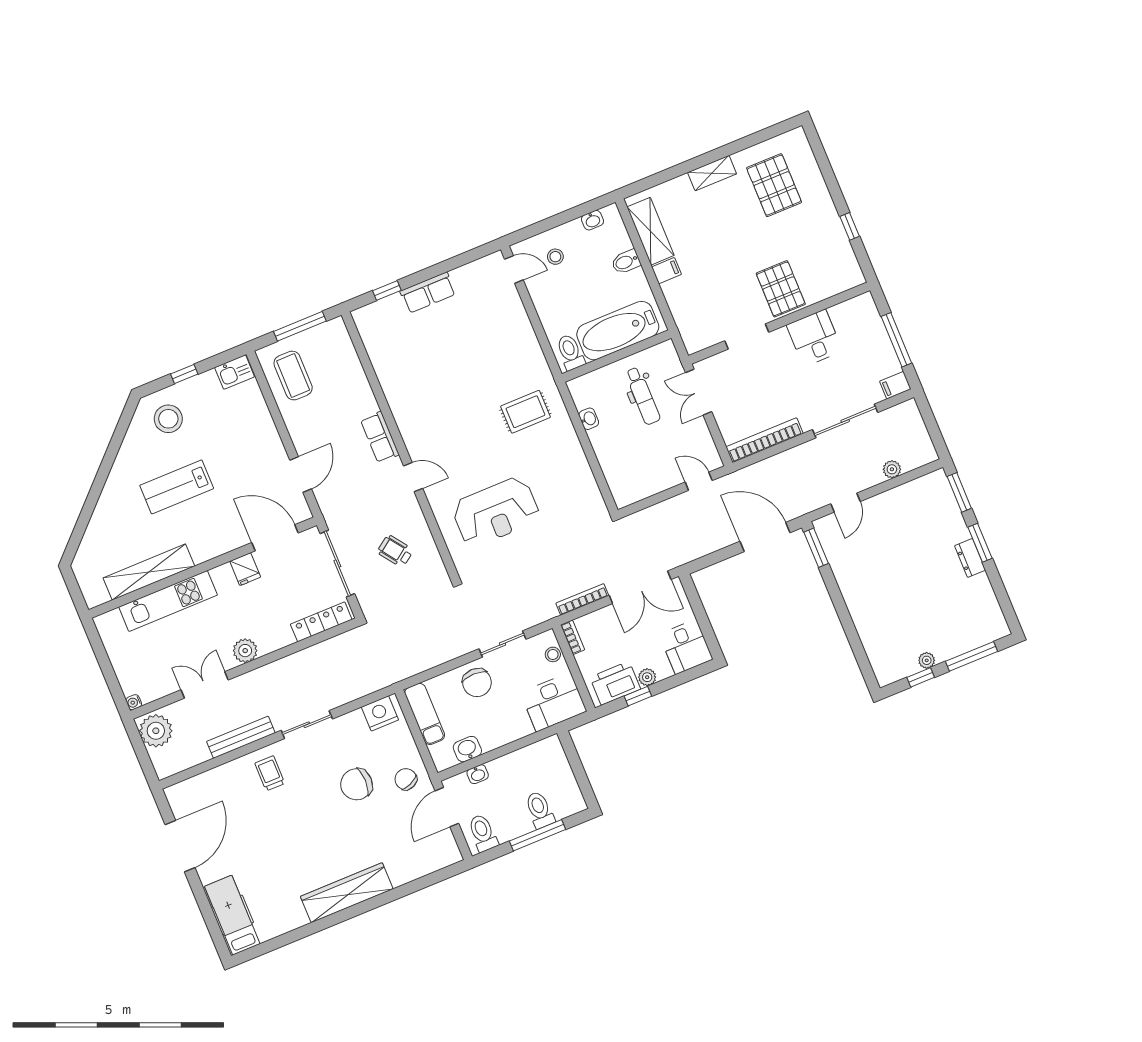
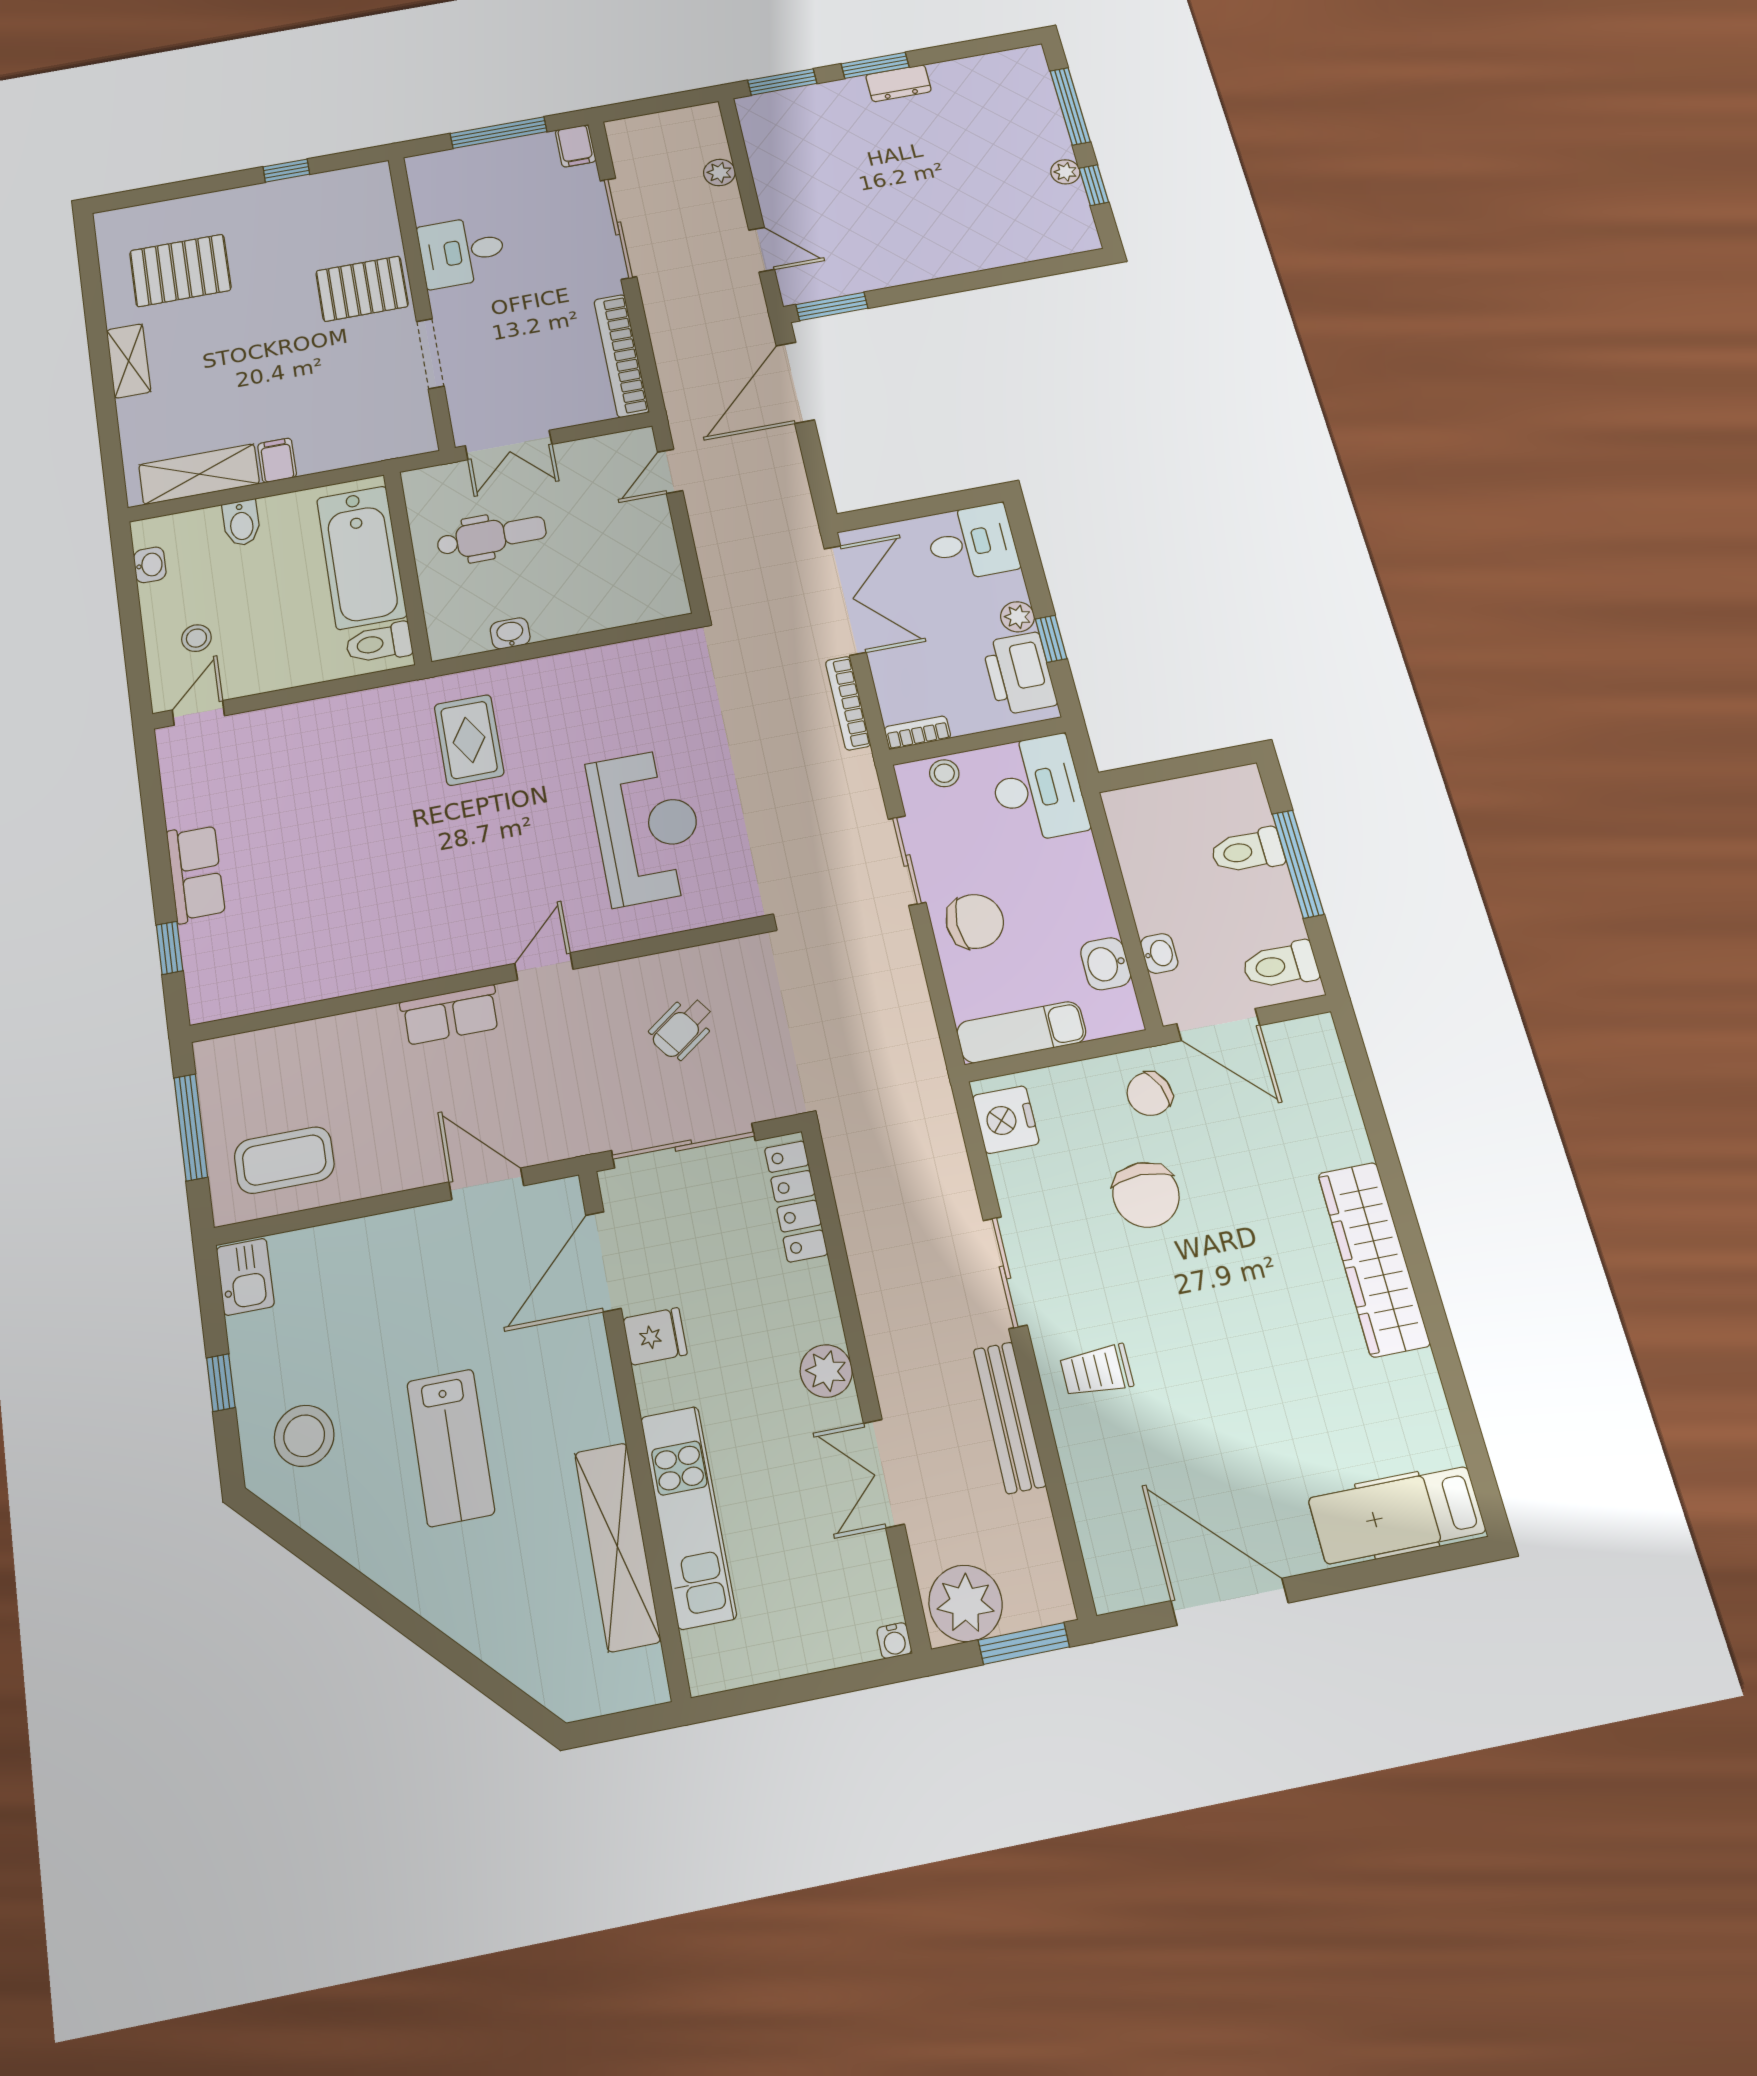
window: (144, 759) -> (1024, 1644), added

